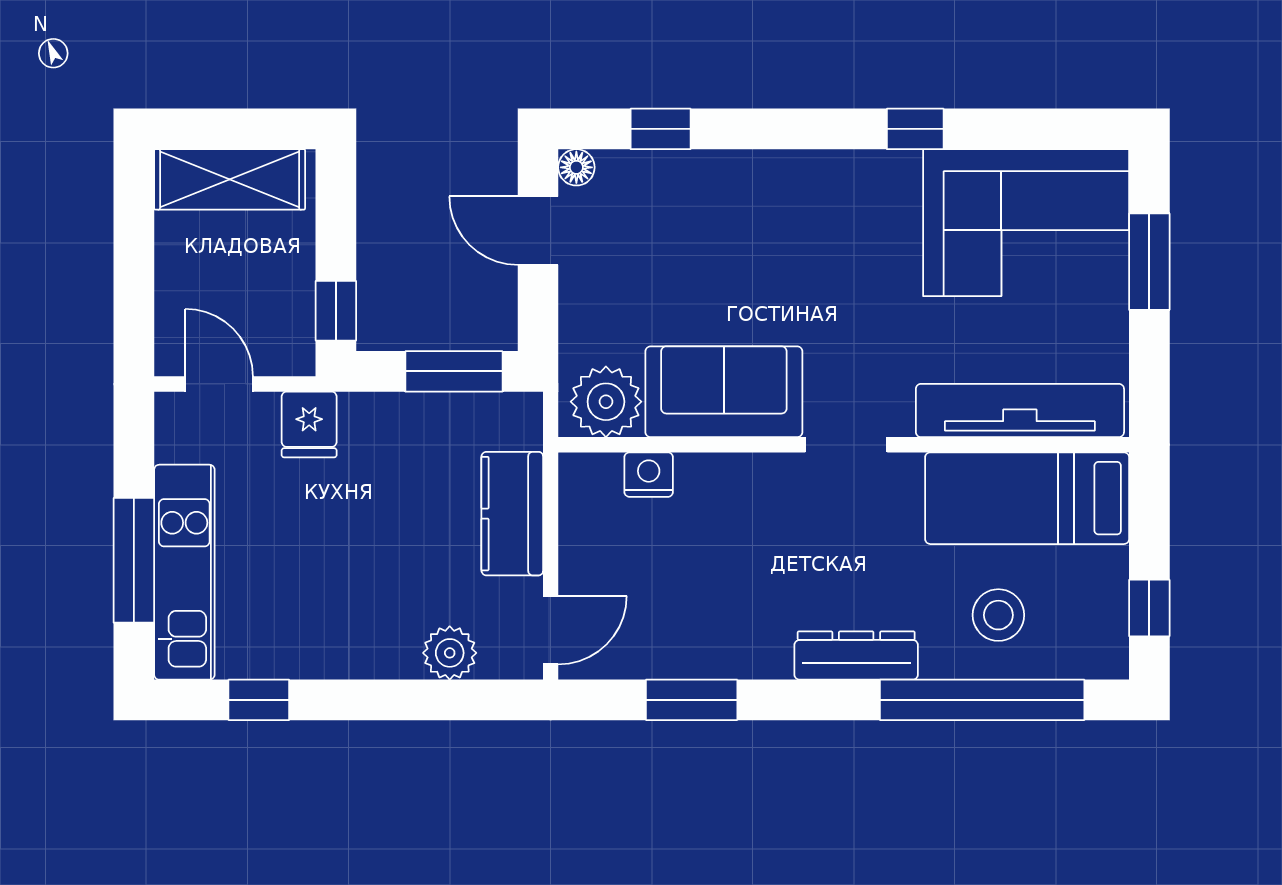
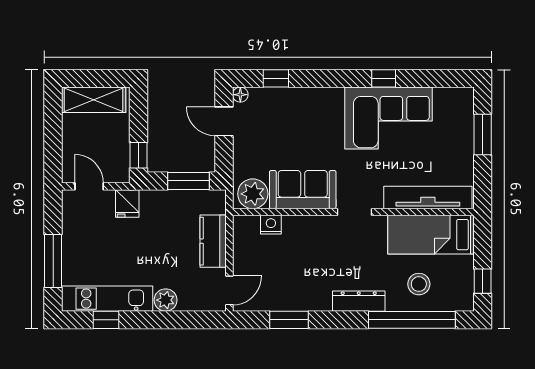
corner sofa: (1026, 223) -> (388, 118), moved
kitchen unit: (184, 572) -> (107, 299), moved, turned -90
plant: (450, 653) -> (166, 300), moved

